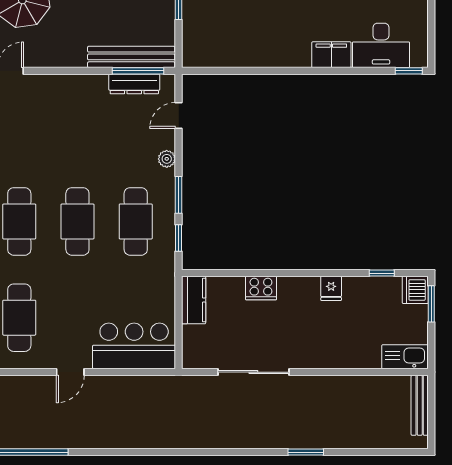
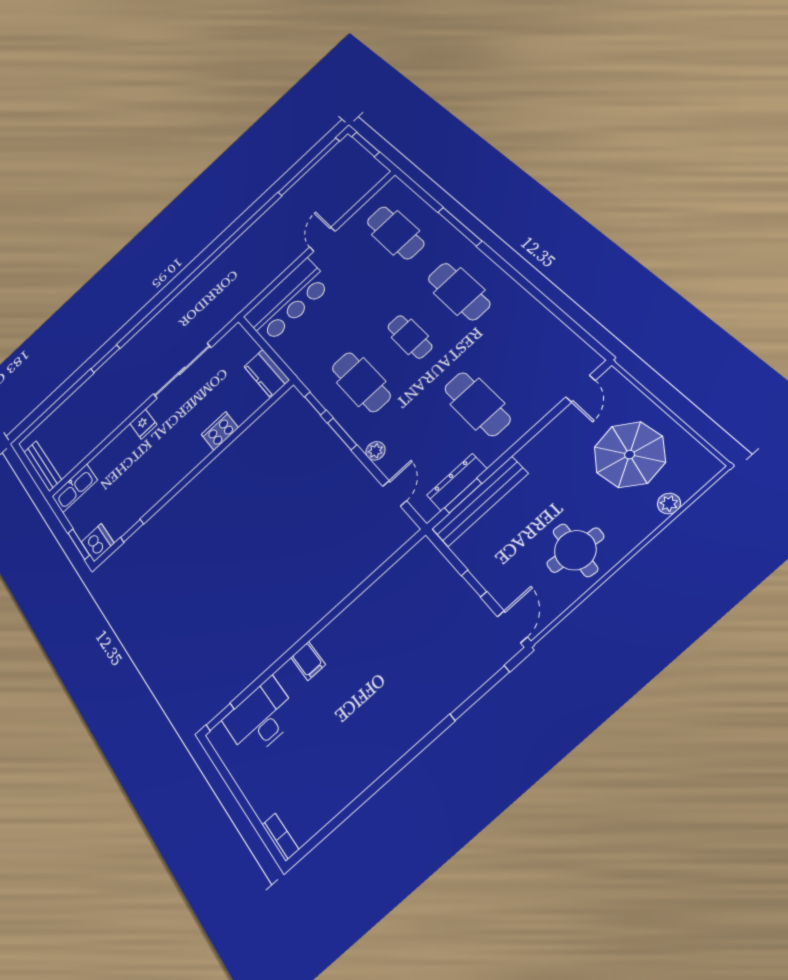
filing cabinet: (331, 55) -> (308, 661), width x0.50
window: (138, 71) -> (463, 496), width x0.69
cafe table: (77, 125) -> (477, 404), added
cafe table: (77, 221) -> (410, 337), width x0.73, depth x0.74
fridge: (331, 288) -> (143, 424), moved, turned 180

